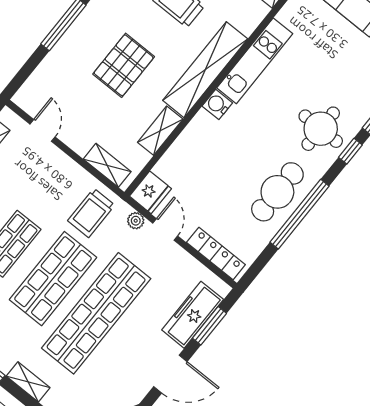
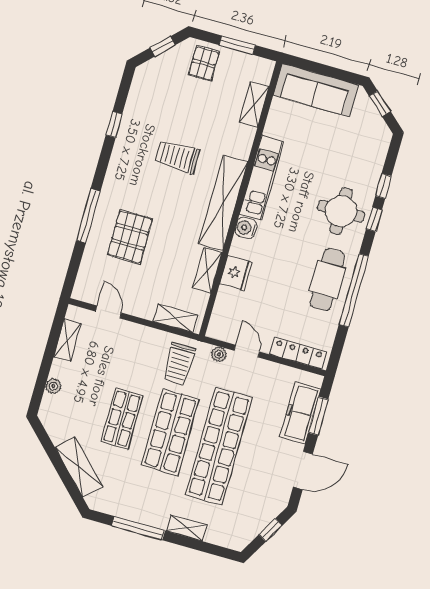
pallet: (124, 65) -> (130, 237), moved
fridge: (150, 192) -> (236, 273), moved

